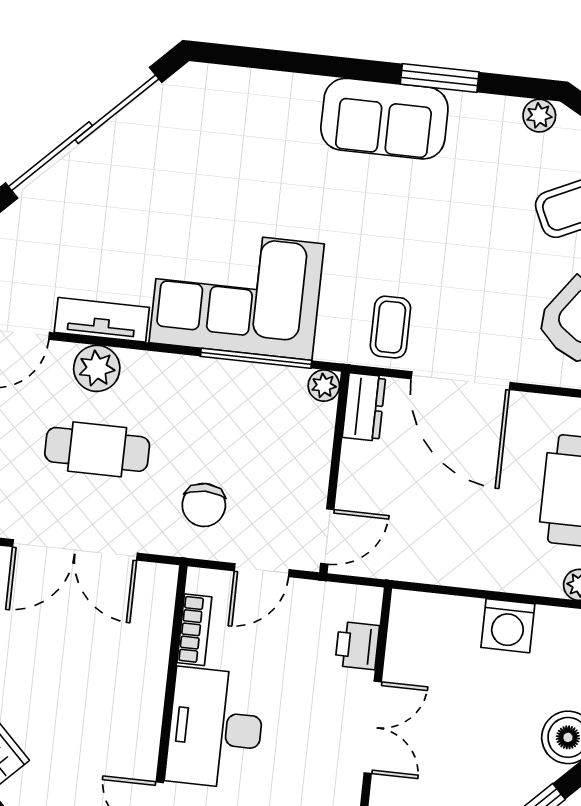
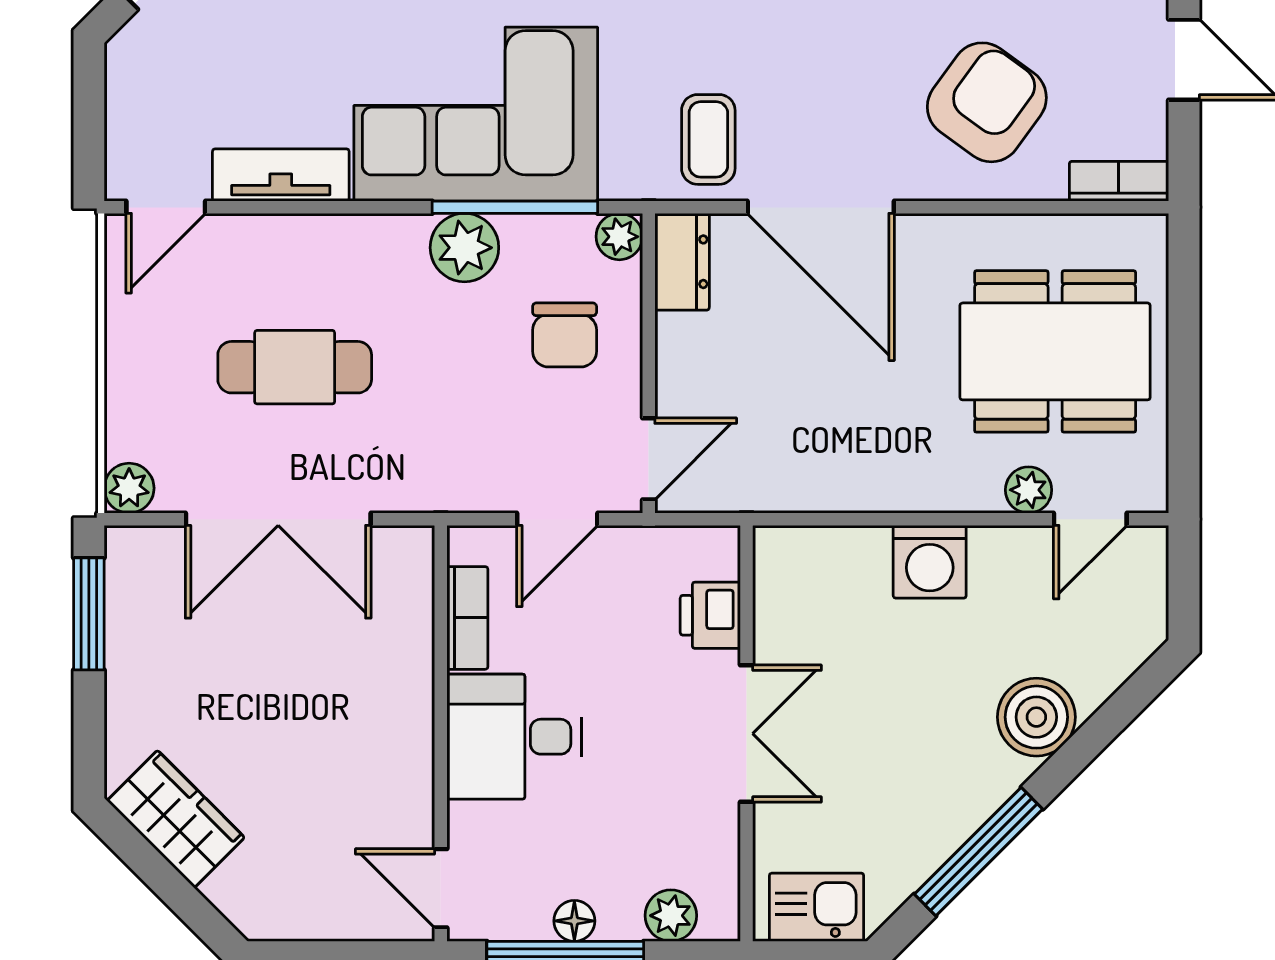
plant: (97, 368) -> (464, 248), moved
chair: (204, 505) -> (565, 335), moved
desk: (215, 728) -> (514, 737), width x0.73

